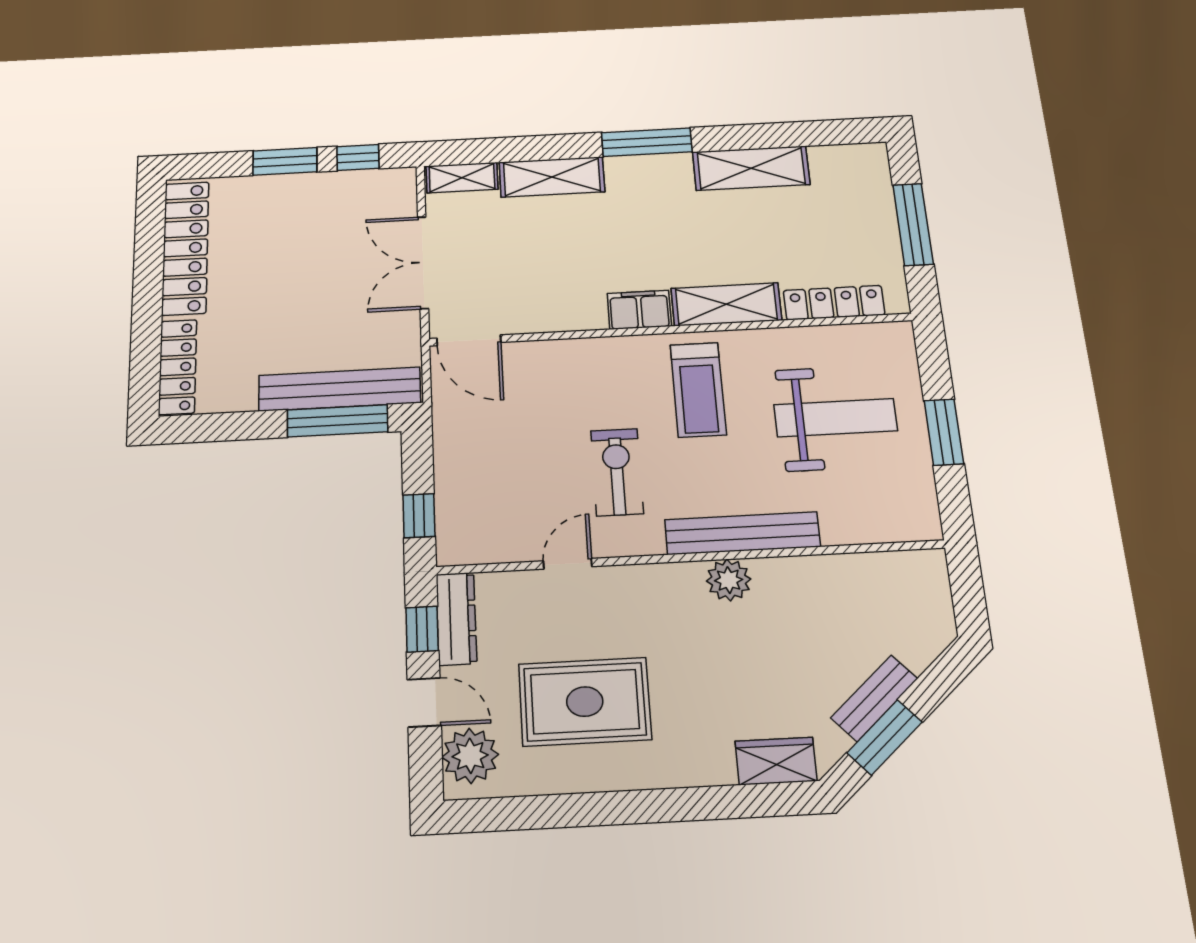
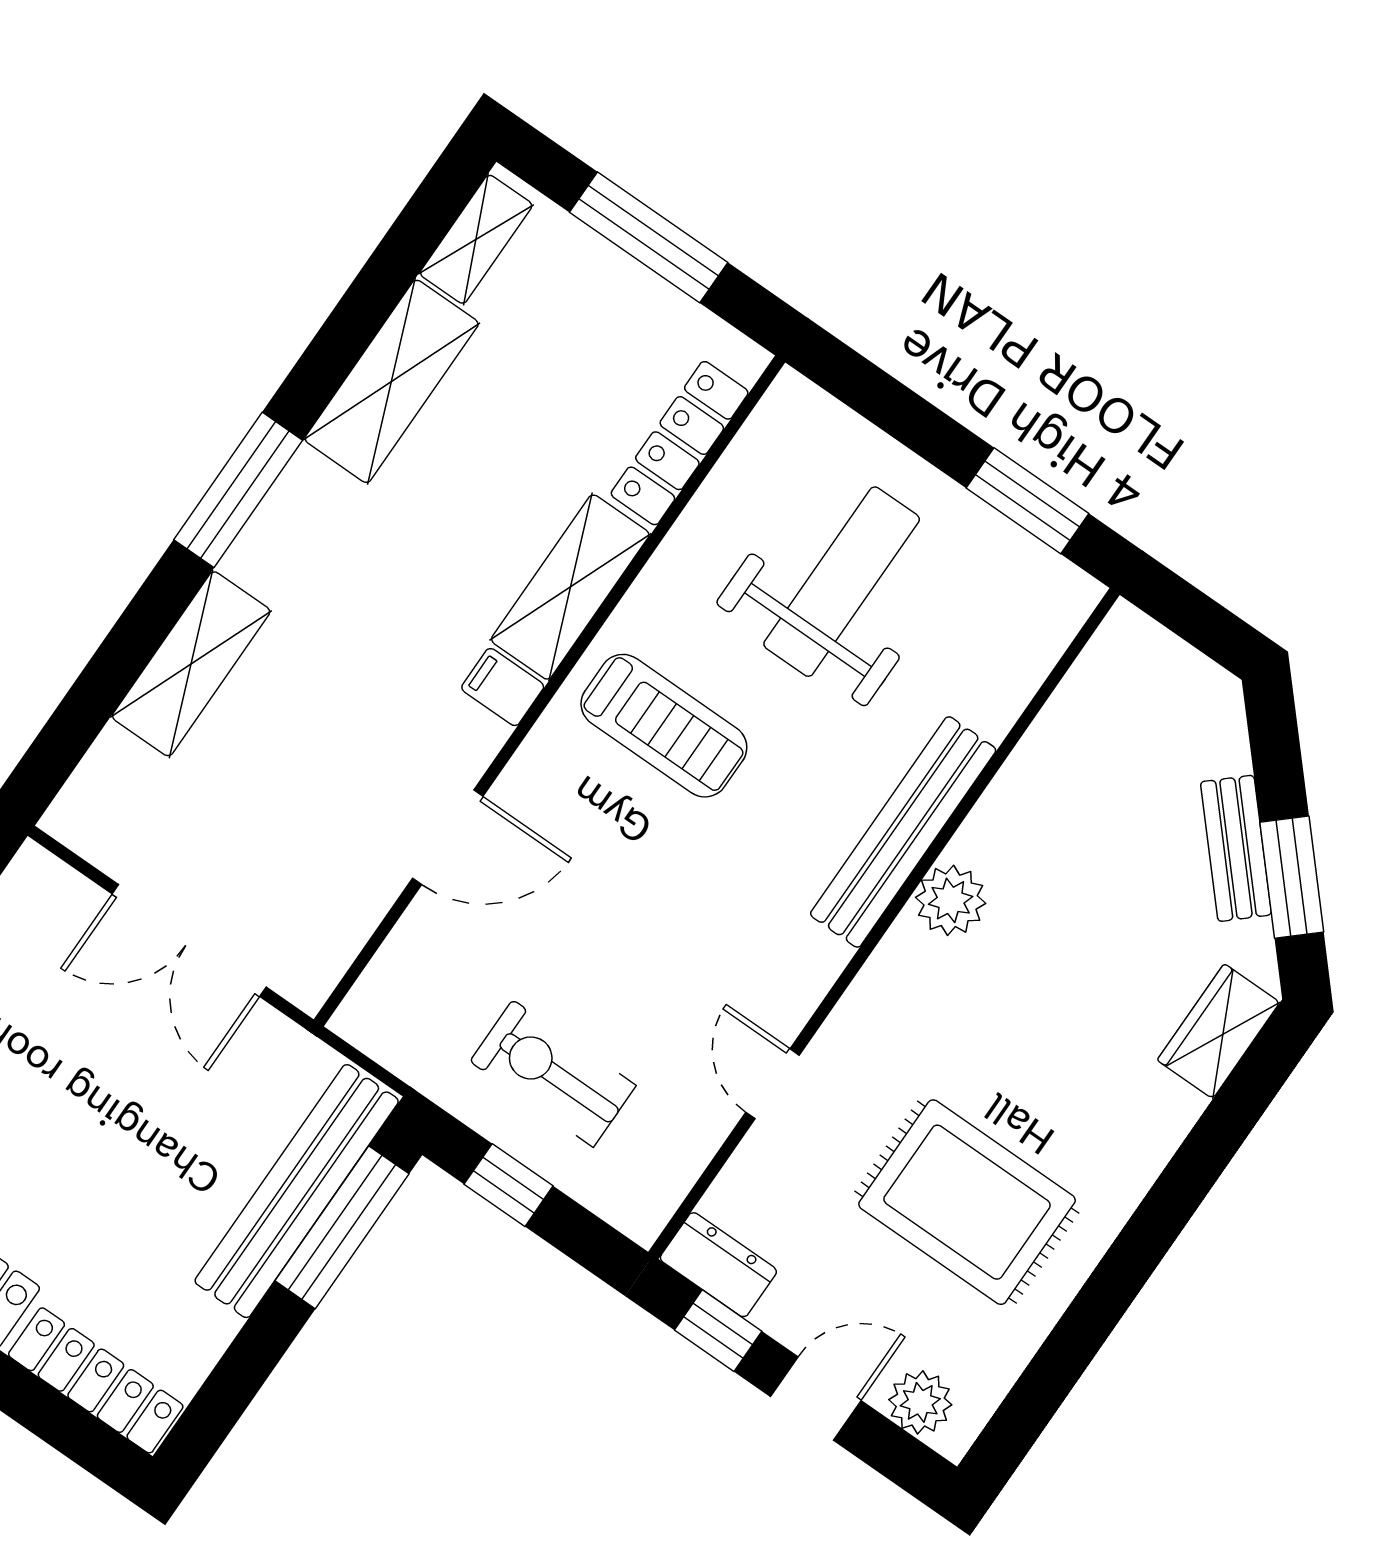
shelving: (462, 178) -> (476, 239), moved
filing cabinet: (639, 310) -> (503, 687), width x0.50
door: (469, 340) -> (448, 837), moved
window: (944, 432) -> (1027, 501), moved
exercise bike: (617, 472) -> (553, 1073), moved
window: (419, 516) -> (509, 1185), moved
dresser: (456, 619) -> (718, 1265), width x0.70
rug: (585, 702) -> (967, 1202), turned 90
plant: (470, 756) -> (920, 1402), width x0.73, depth x0.73

